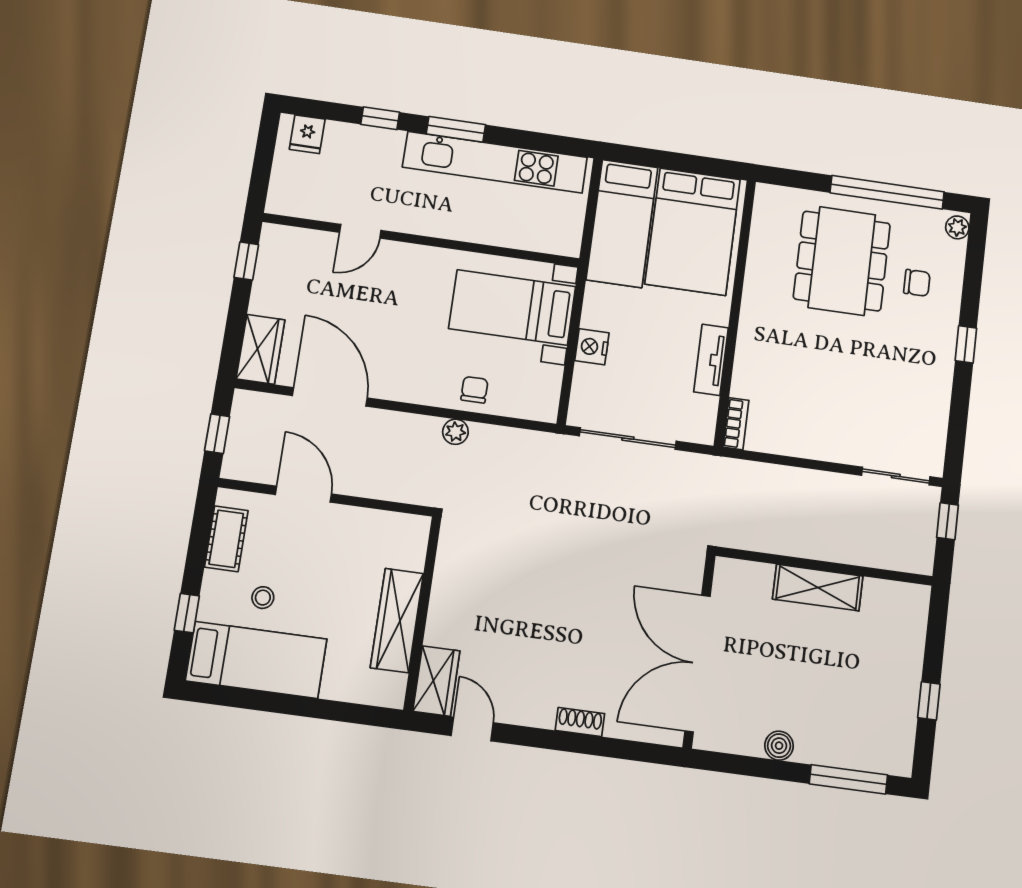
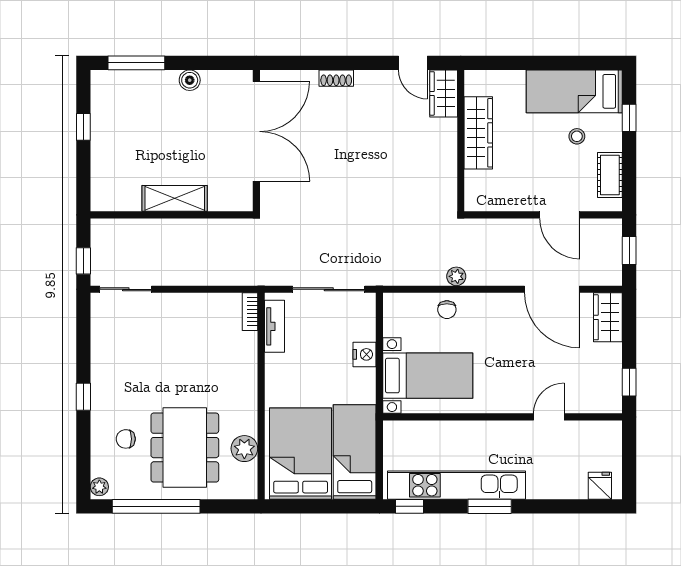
window: (380, 118) -> (410, 506), moved
plant: (765, 249) -> (244, 449), added
tv unit: (711, 360) -> (274, 326), moved

